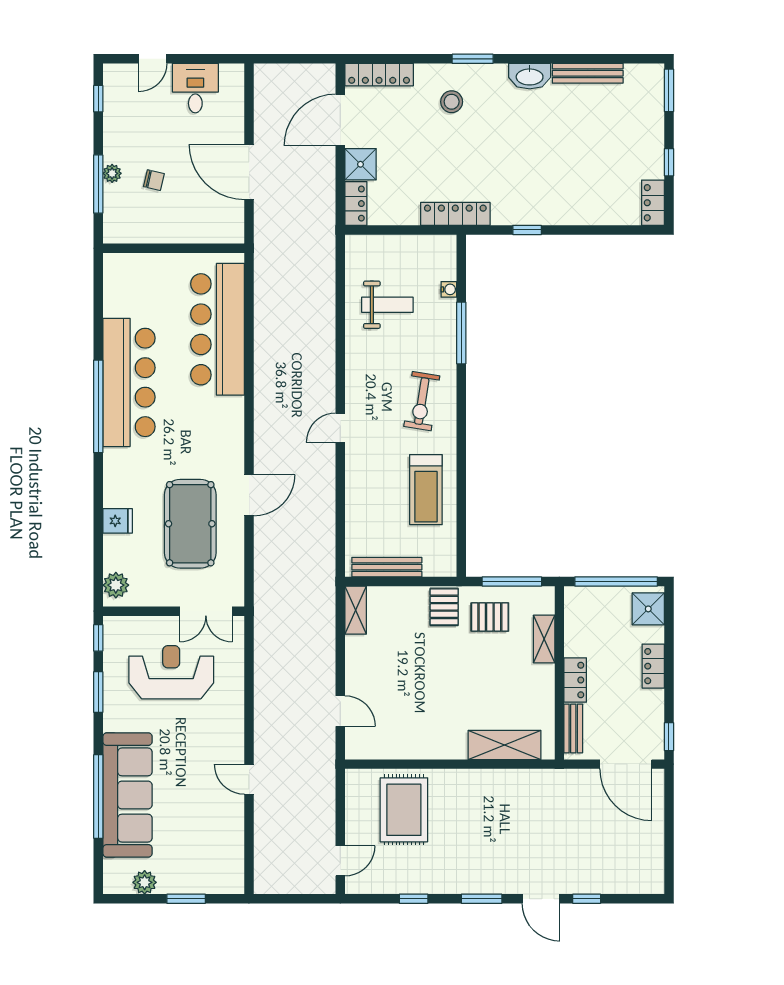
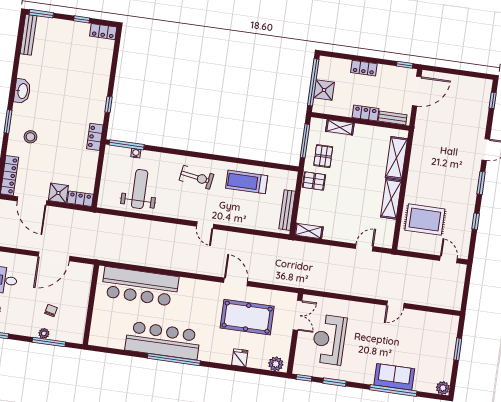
bench: (588, 73) -> (28, 35), moved
locker: (455, 214) -> (95, 137), width x0.66
weight bench: (387, 305) -> (140, 189), width x1.36, depth x1.33
window: (461, 333) -> (127, 145), moved
treadmill: (426, 490) -> (247, 182), turned 180
shower: (648, 609) -> (324, 90), moved
shelving: (432, 746) -> (391, 199), added
sofa: (128, 795) -> (394, 377), width x0.54, depth x0.79
plant: (145, 882) -> (443, 388), moved
window: (587, 899) -> (493, 100), moved

